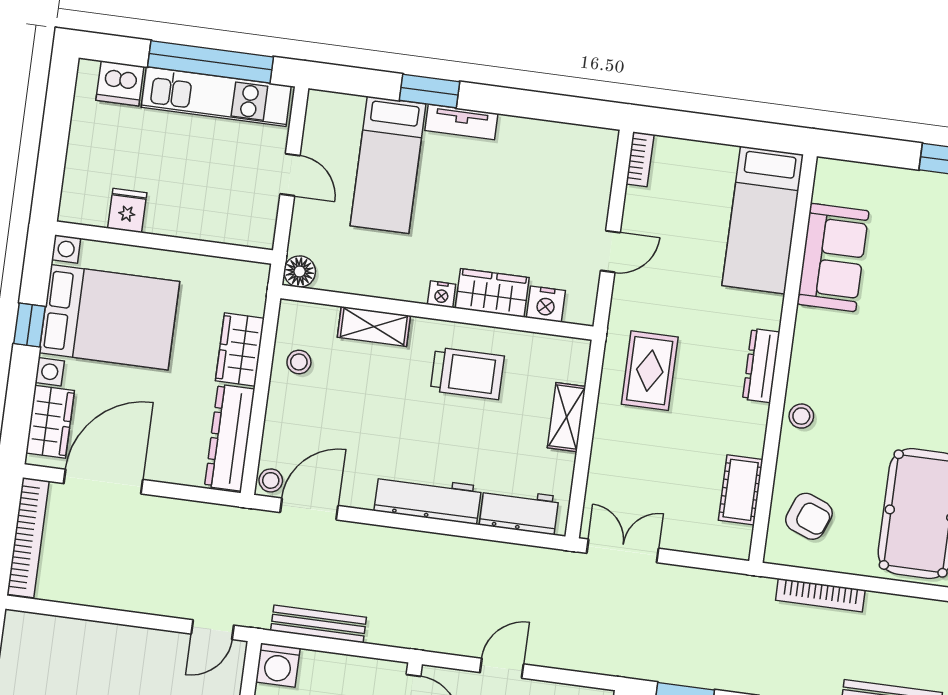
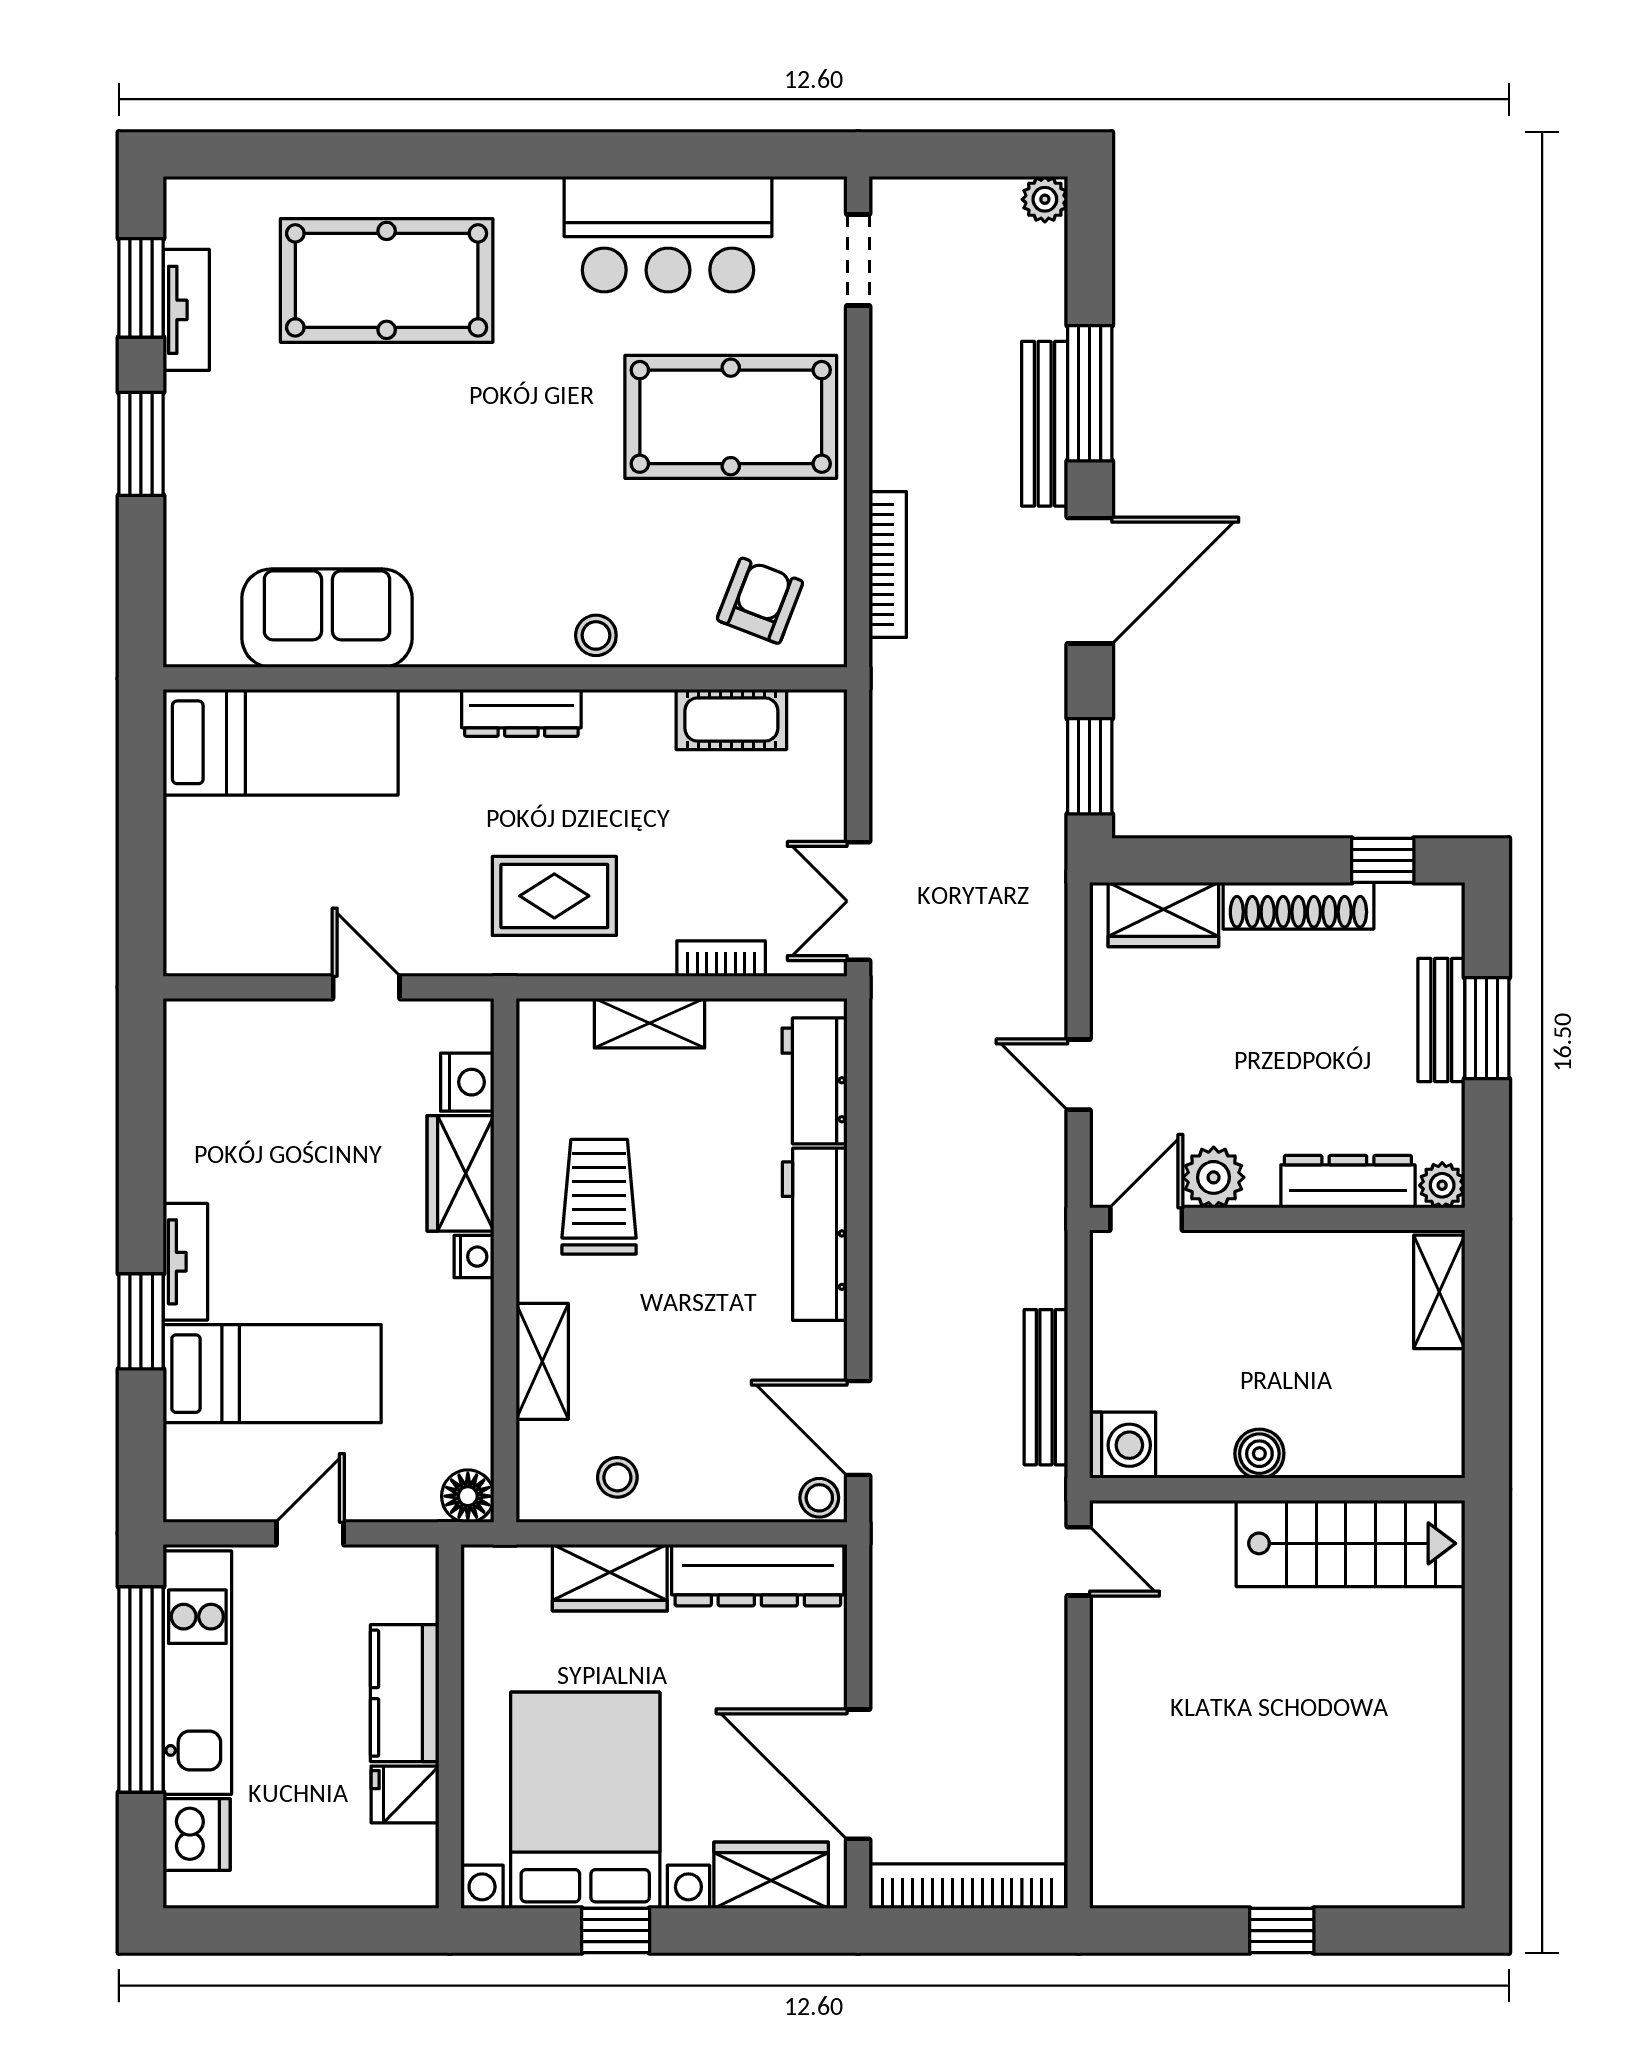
bookcase: (640, 159) -> (721, 959), moved
kitchen counter: (187, 218) -> (405, 1693), added

